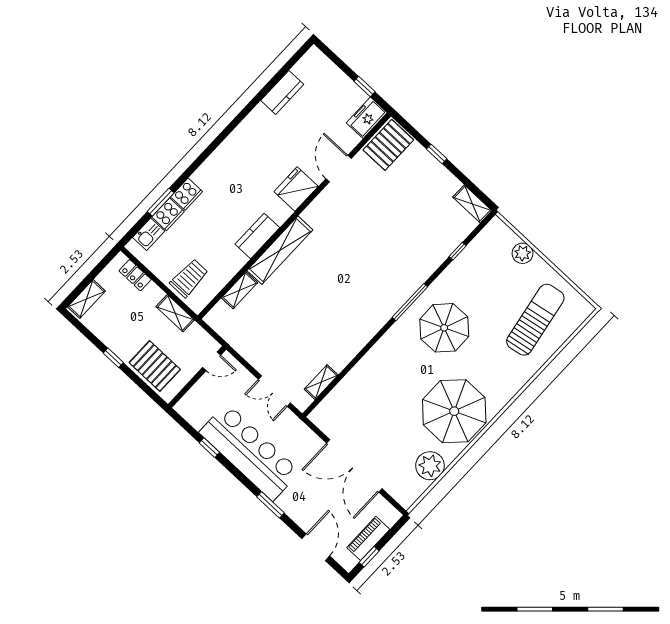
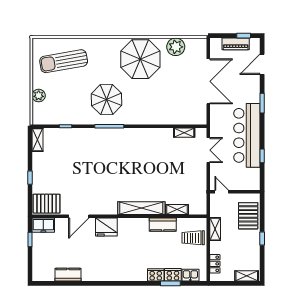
kitchen counter: (257, 236) -> (163, 225), moved

